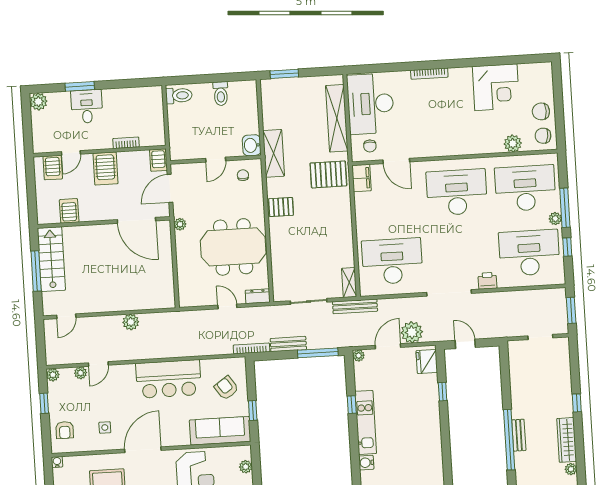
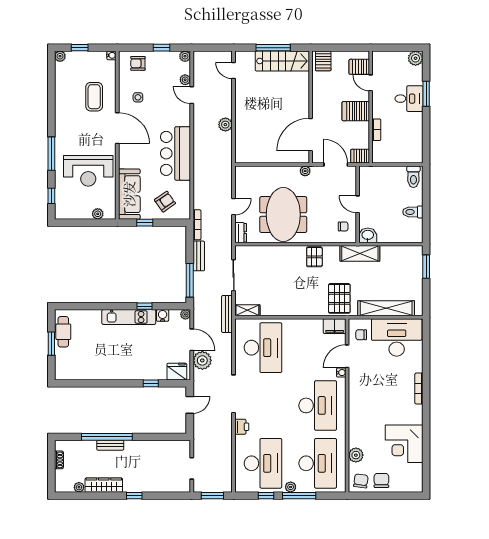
water cooler: (416, 167) -> (341, 373), added
server rack: (69, 211) -> (323, 61), moved, turned 90
water cooler: (366, 463) -> (163, 315), moved

